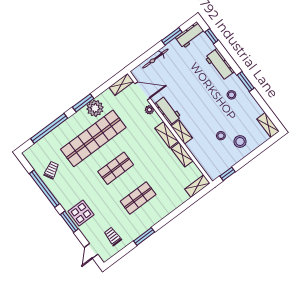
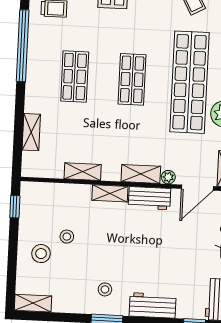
shelving: (167, 135) -> (141, 174), moved
shelving: (197, 186) -> (31, 132), moved
window: (144, 236) -> (23, 46), width x2.11

